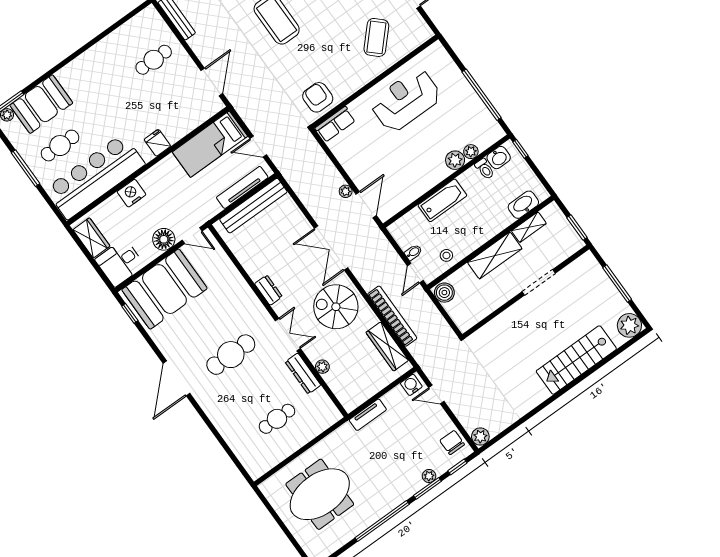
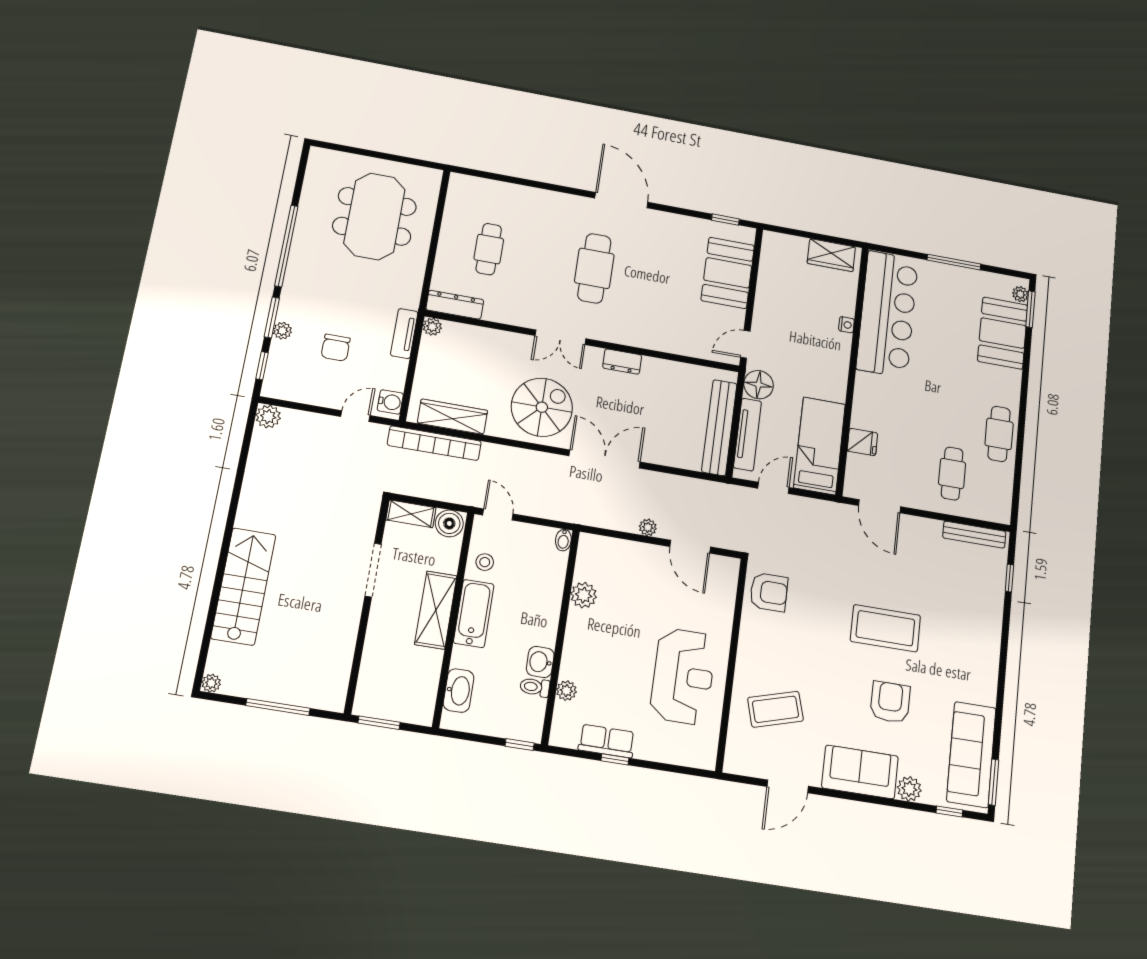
coffee table: (376, 37) -> (775, 709), turned -59
window: (482, 95) -> (615, 759), width x0.32
row of seats: (335, 124) -> (607, 741), moved, turned 90
fridge: (157, 143) -> (862, 442), moved
cafe table: (60, 146) -> (999, 434), moved
washbasin: (499, 158) -> (540, 662), moved
plant: (455, 160) -> (584, 595), moved
nightstand: (131, 193) -> (846, 325), width x0.53, depth x0.56
bathtub: (442, 200) -> (474, 613), moved, turned 180
door: (366, 205) -> (690, 547), moved
shelving: (529, 227) -> (411, 514), moved, turned 90
floor lamp: (164, 239) -> (759, 385), moved
bidet: (413, 252) -> (563, 540), moved
desk: (120, 263) -> (783, 257), removed
doorway: (539, 282) -> (373, 570), moved
booth: (164, 289) -> (728, 273), width x0.73, depth x0.70
bookcase: (392, 316) -> (434, 443), moved
plant: (629, 325) -> (211, 683), width x0.53, depth x0.53
plant: (322, 367) -> (432, 327), moved
dresser: (303, 374) -> (455, 305), moved
chair: (452, 442) -> (336, 348), moved, turned 90

